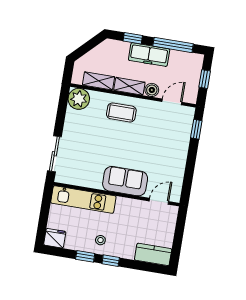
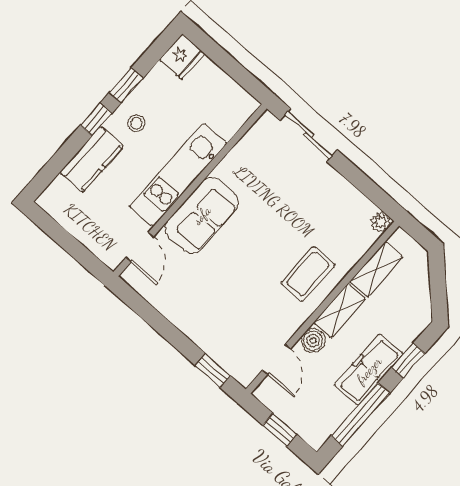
plant: (79, 99) -> (380, 222), width x0.53, depth x0.53
kitchen unit: (83, 200) -> (178, 175), moved
kitchen counter: (153, 254) -> (92, 159), moved

